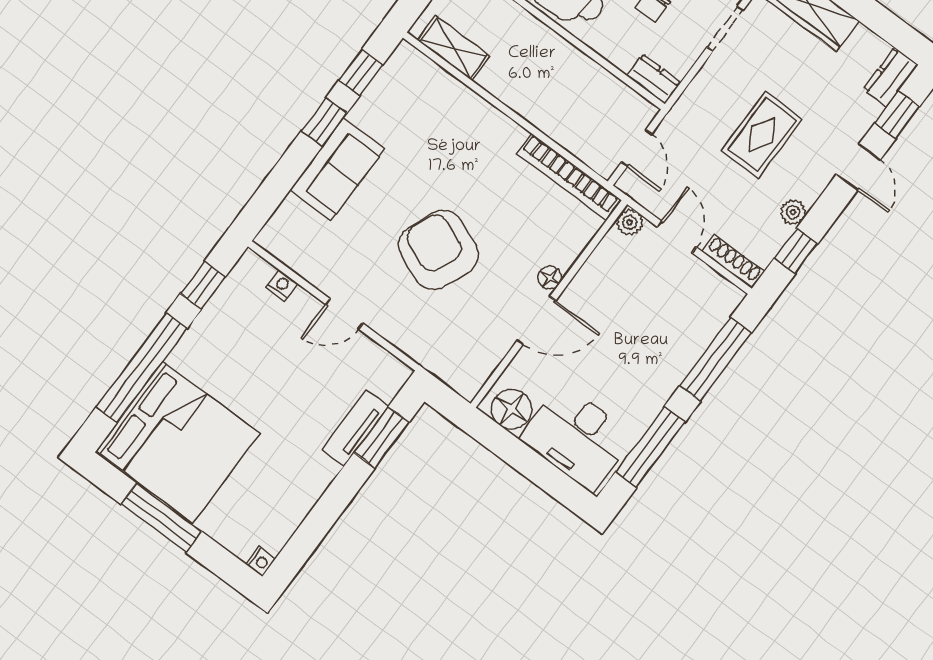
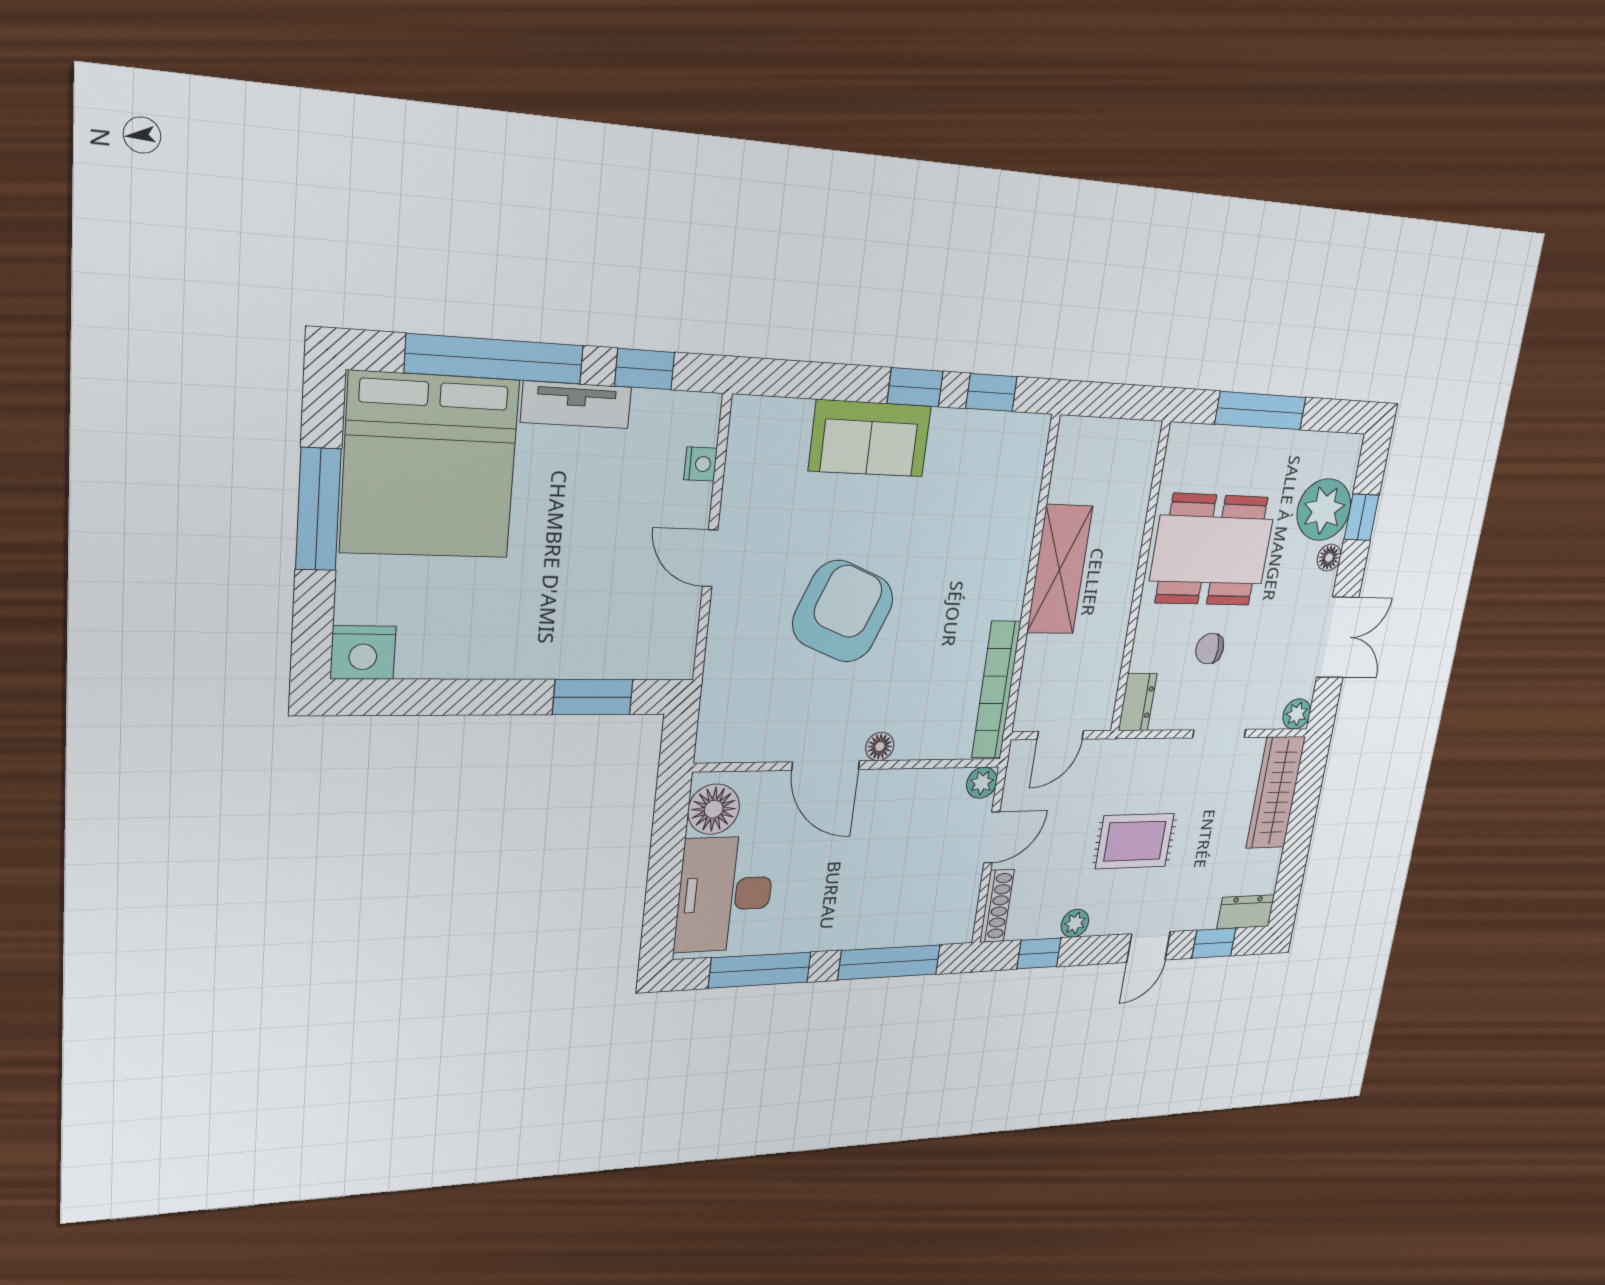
shelving: (453, 48) -> (1060, 570), moved, width x1.50, depth x1.33
tv unit: (355, 428) -> (576, 405), moved, turned 180
nightstand: (260, 562) -> (363, 653), width x1.89, depth x1.79

